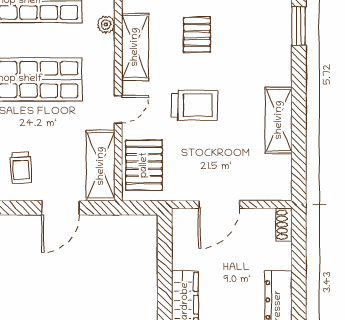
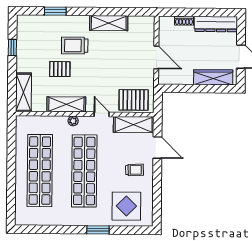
plant: (106, 24) -> (73, 121), moved
trolley: (194, 105) -> (75, 46), moved, turned -90
shoe rack: (284, 225) -> (184, 21), moved

